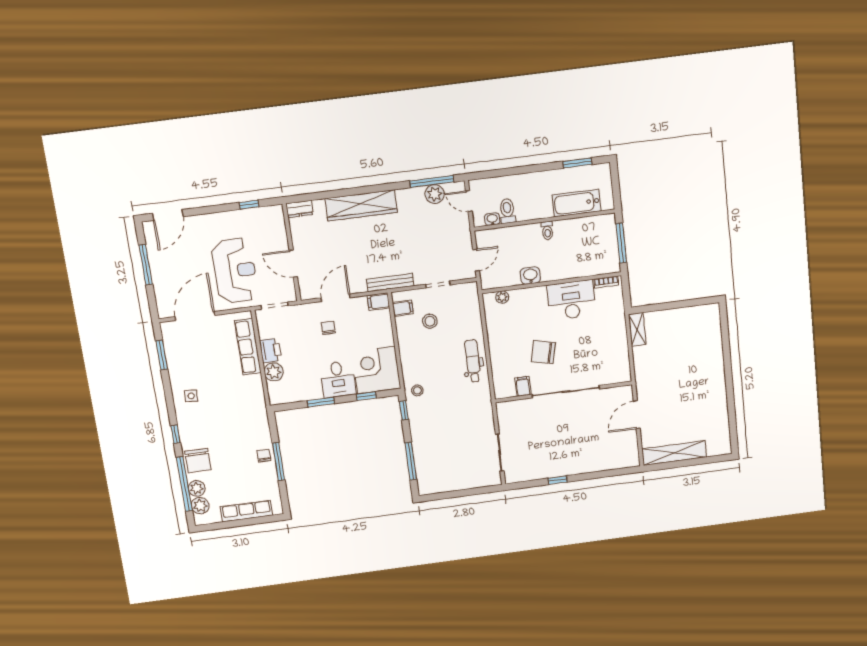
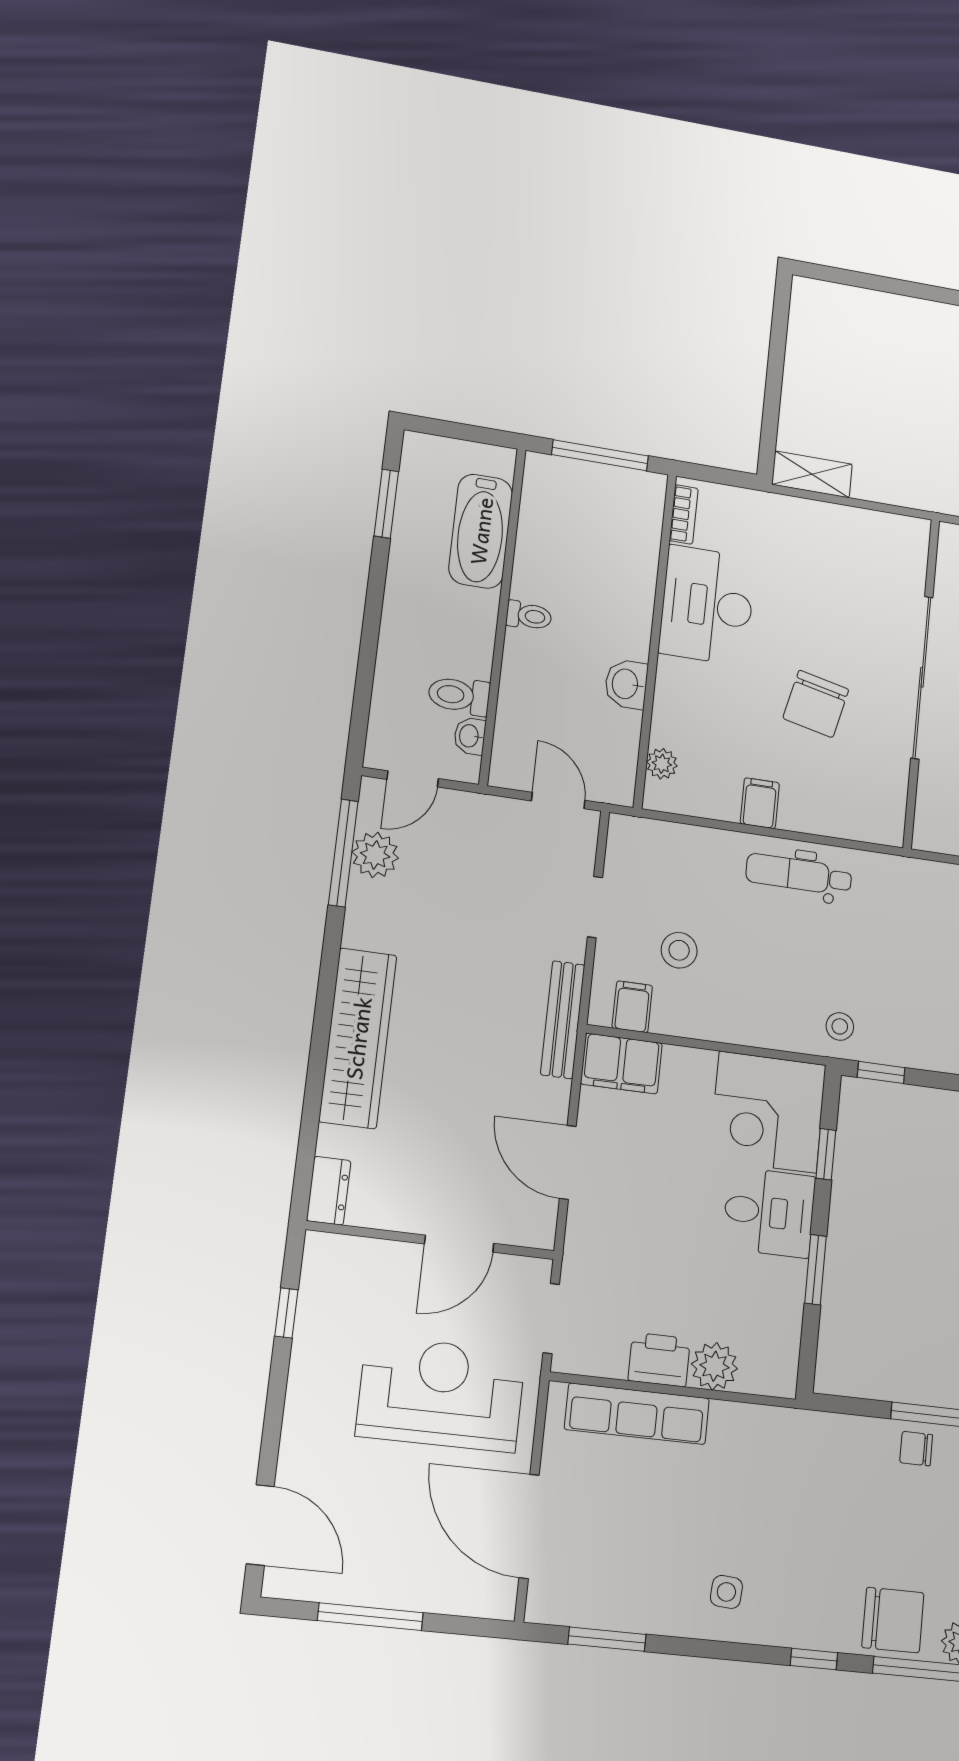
filing cabinet: (378, 302) -> (621, 1064), width x2.00
chair: (328, 328) -> (637, 1201), removed
filing cabinet: (523, 386) -> (760, 803), moved, turned 90

